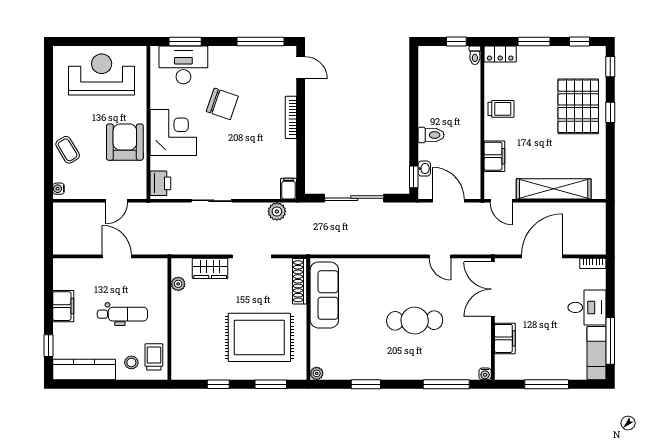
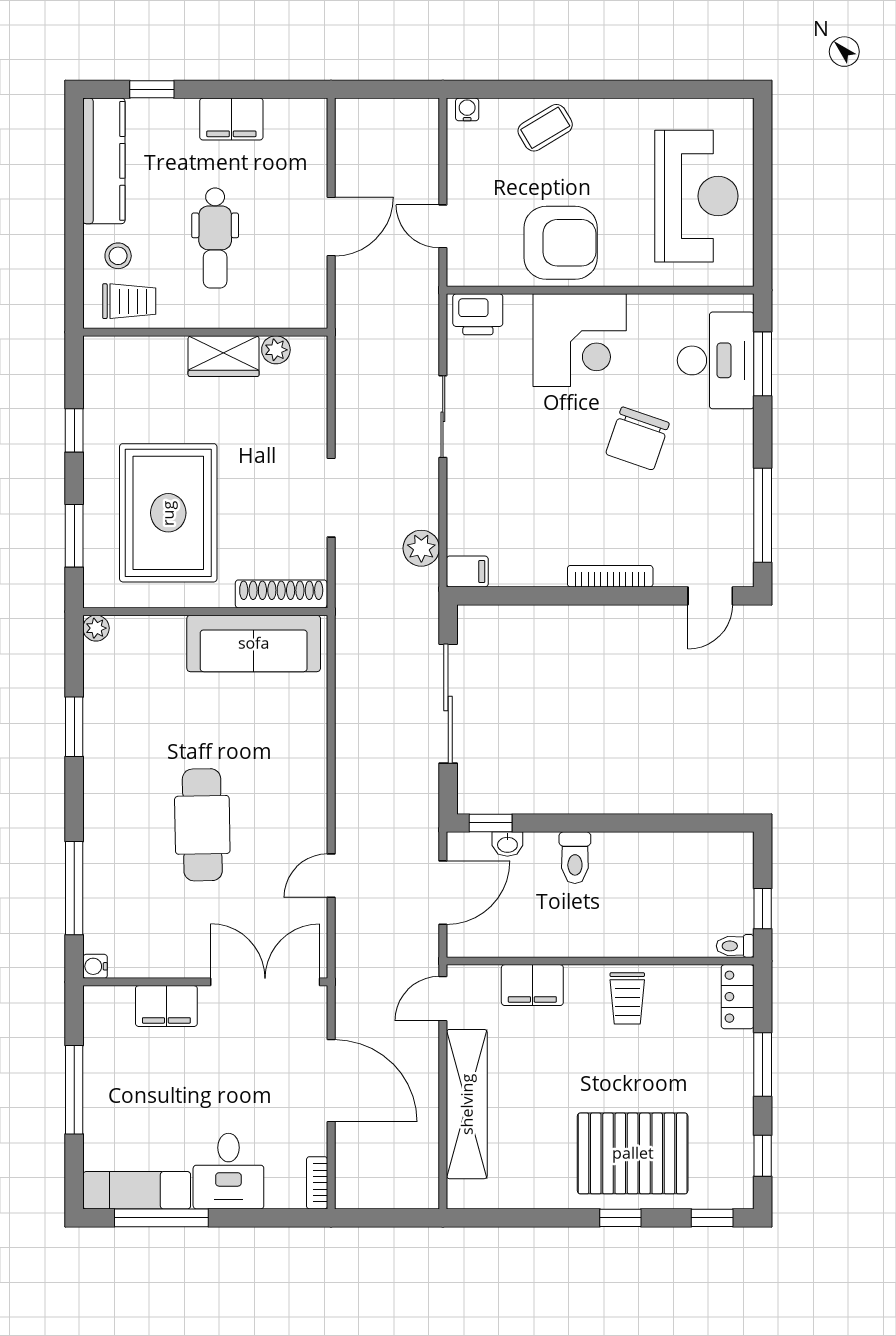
wardrobe: (210, 268) -> (224, 356), moved, turned -90

